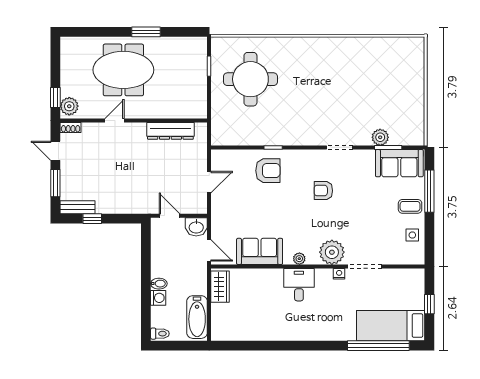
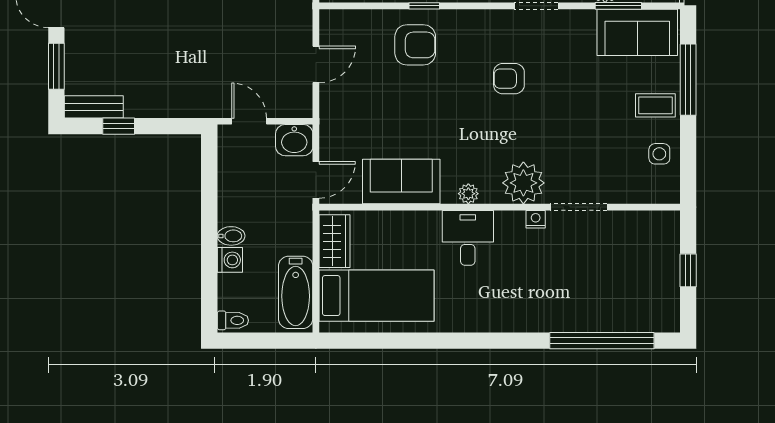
door: (209, 250) -> (316, 180), hinge flipped
bed: (391, 326) -> (377, 296), moved, turned 180

